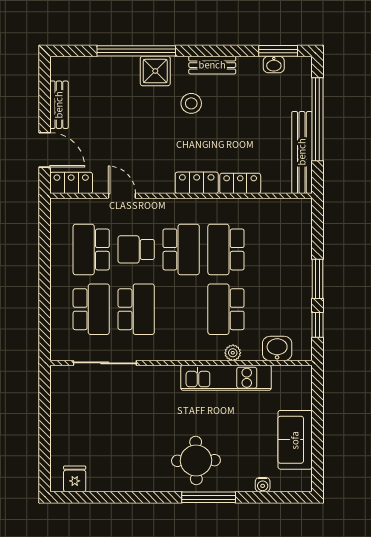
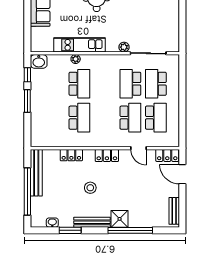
window: (278, 51) -> (70, 230), moved
bench: (212, 65) -> (92, 222), width x1.36
stool: (191, 103) -> (90, 188), moved
bench: (59, 105) -> (174, 211), moved
locker: (197, 183) -> (107, 155), moved
school desk: (136, 249) -> (130, 118), width x1.85
school desk: (181, 249) -> (105, 118), removed
washbasin: (277, 348) -> (39, 61), moved
plant: (147, 374) -> (124, 47), added

